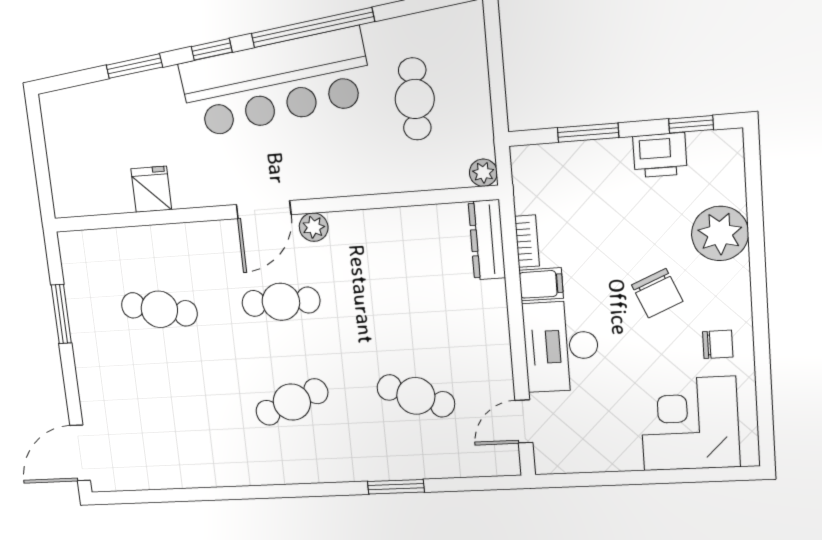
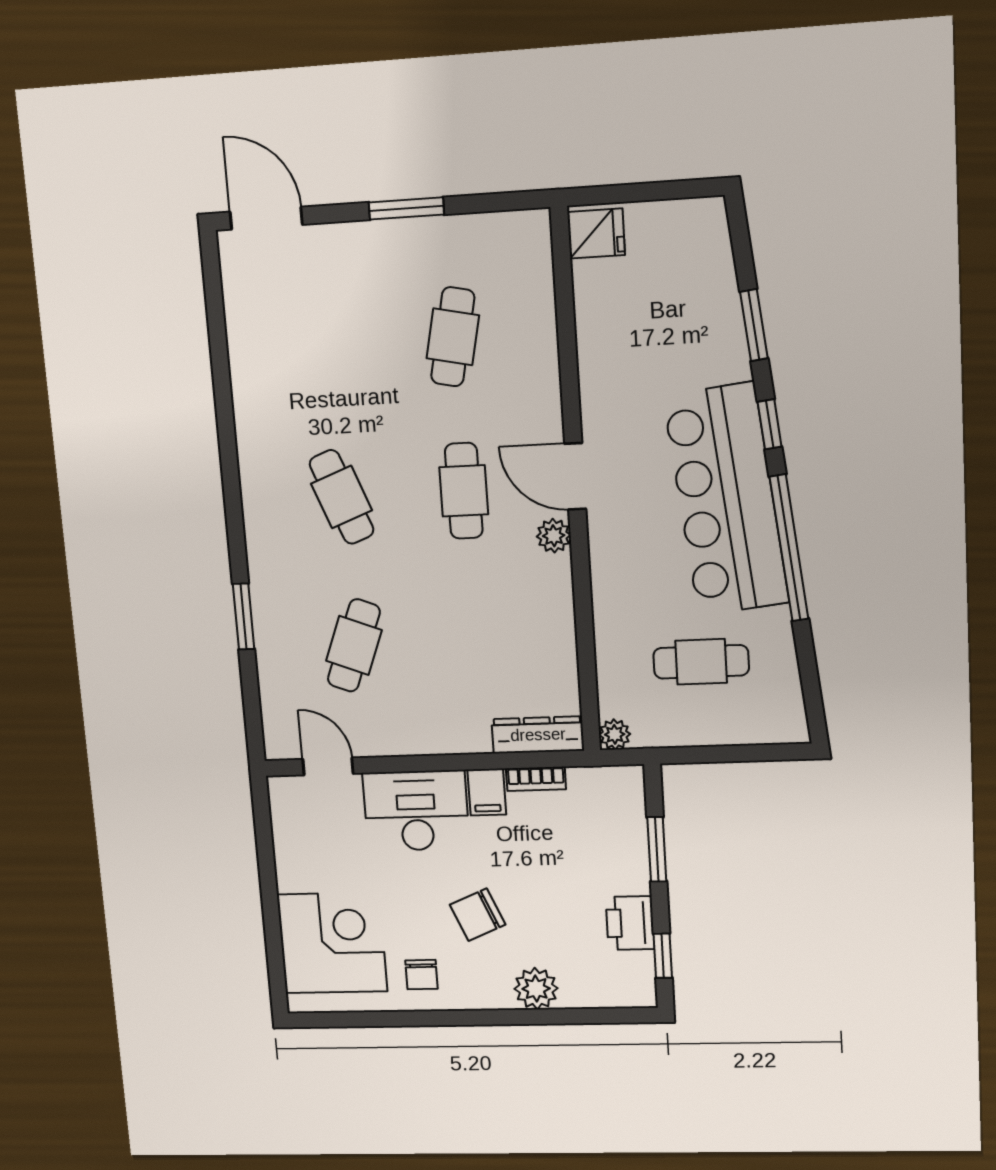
fridge: (151, 189) -> (596, 234), moved
plant: (720, 233) -> (536, 989), width x0.73, depth x0.73
window: (61, 314) -> (406, 208), moved

